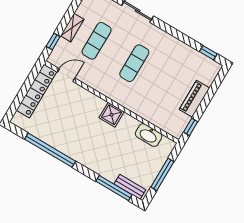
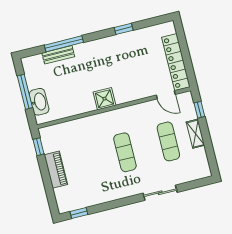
door: (66, 75) -> (166, 95), hinge flipped
washbasin: (149, 135) -> (39, 102), moved, turned 90
window: (50, 150) -> (124, 29), width x0.32
bench: (130, 187) -> (58, 55), moved
window: (114, 188) -> (64, 44), moved

